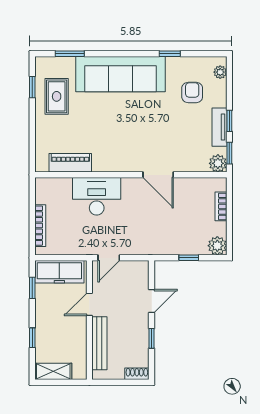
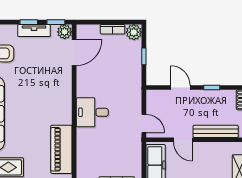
piano: (70, 163) -> (61, 149), width x1.37, depth x1.33
door: (158, 175) -> (74, 53), moved
desk: (97, 196) -> (92, 112), moved, width x0.73
bookcase: (221, 206) -> (113, 29), moved

